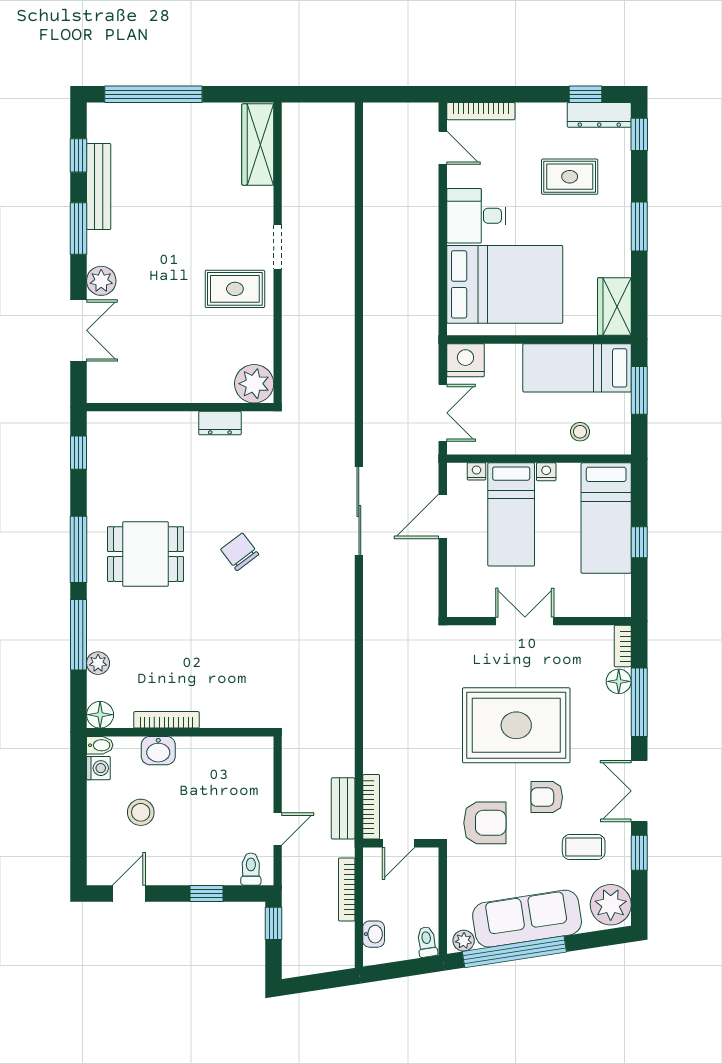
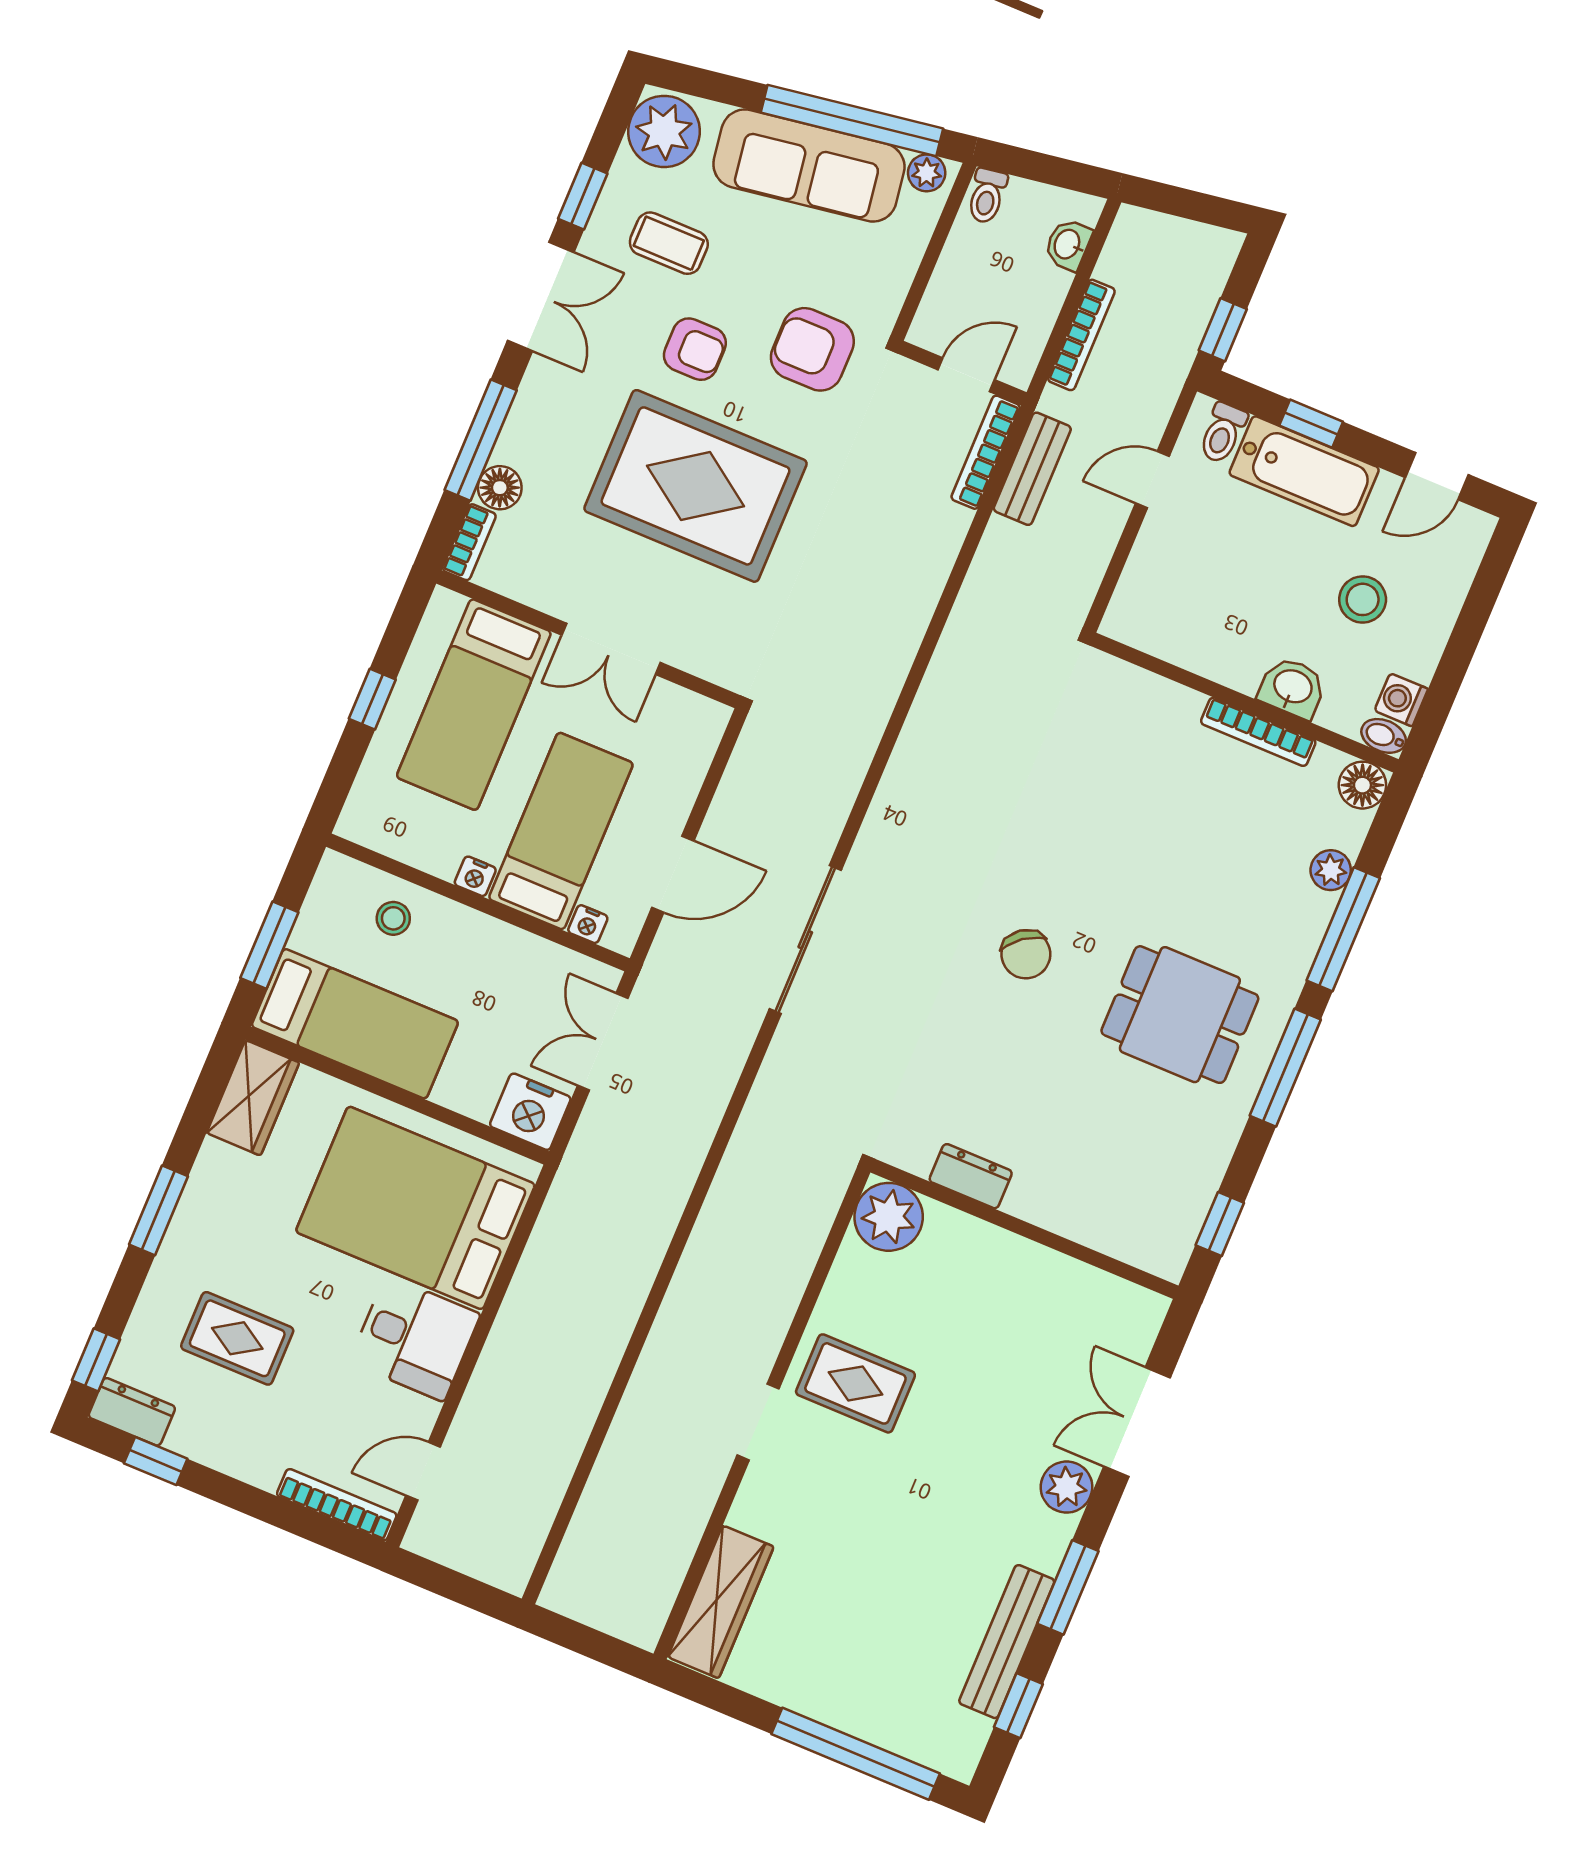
dresser: (599, 115) -> (132, 1412), width x0.70
door: (443, 148) -> (423, 1471), hinge flipped
bed: (606, 518) -> (474, 705), moved, turned 180
bathtub: (200, 867) -> (1304, 471), added

